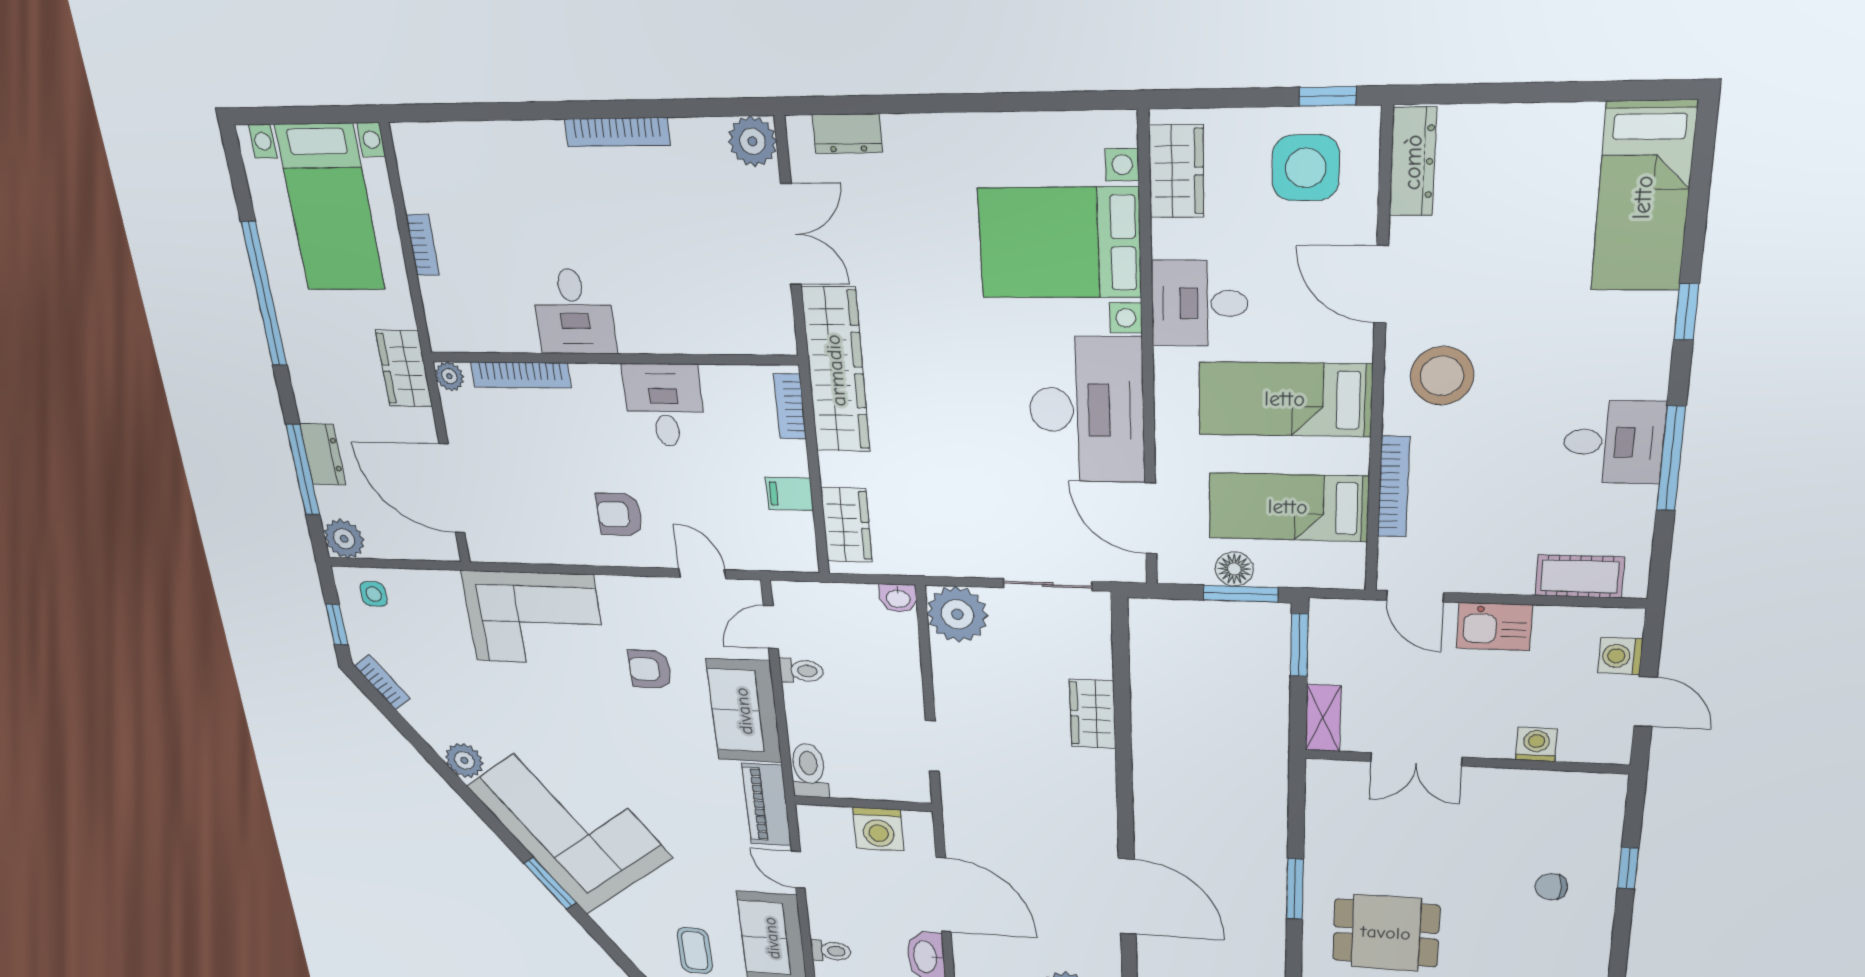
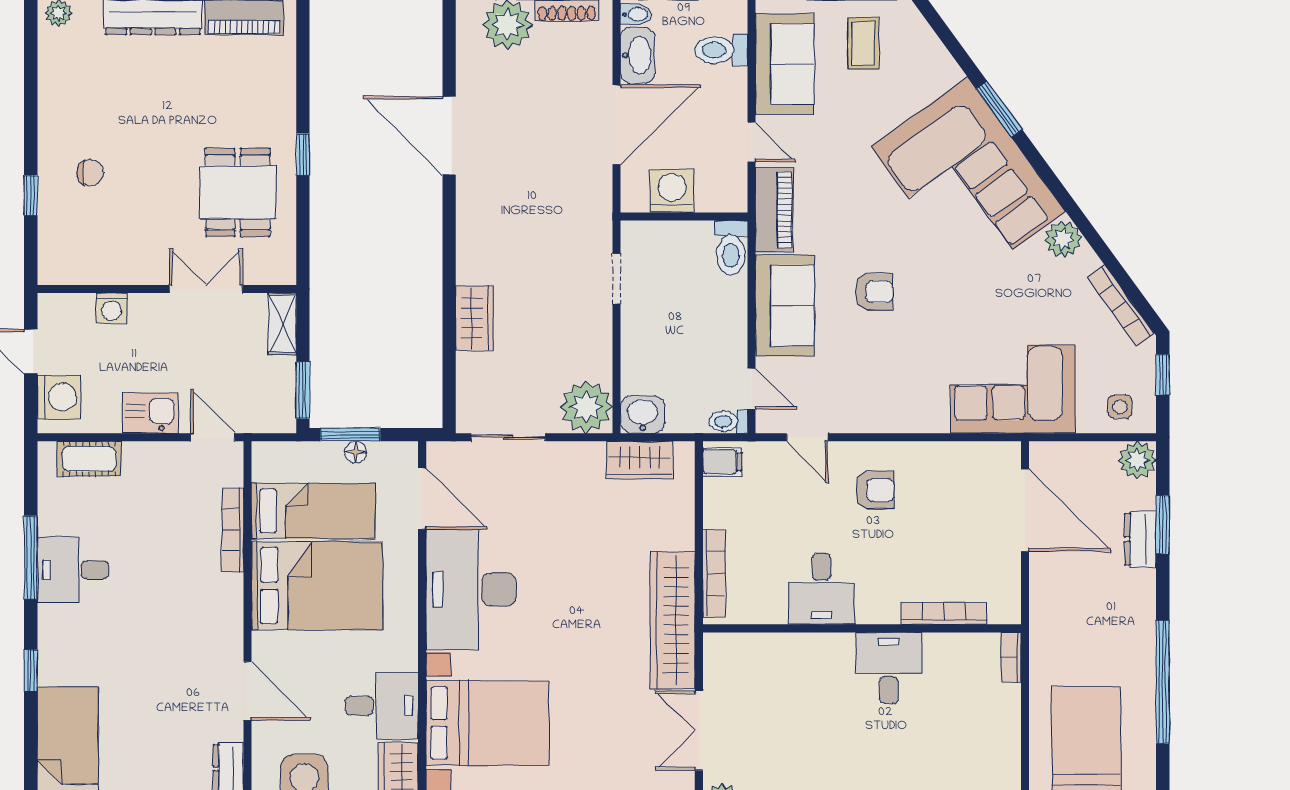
bookcase: (423, 245) -> (1011, 657), moved
desk: (1200, 303) -> (382, 706), moved
wardrobe: (404, 368) -> (1048, 618), removed
plant: (449, 376) -> (1008, 612), removed
stool: (1442, 376) -> (200, 621), removed
bed: (1285, 399) -> (317, 586), width x1.50
bookcase: (790, 406) -> (714, 573), width x1.56
window: (303, 470) -> (1163, 525), width x0.69
filing cabinet: (789, 494) -> (722, 462), moved
wardrobe: (846, 525) -> (639, 460), moved, turned -90
floor lamp: (1234, 569) -> (355, 452), width x0.73, depth x0.73
washbasin: (898, 598) -> (643, 415), width x1.38, depth x1.45
corner sofa: (534, 618) -> (1013, 389), moved
door: (771, 627) -> (752, 389), hinge flipped
washing machine: (1620, 656) -> (59, 397), width x1.38, depth x1.38
armchair: (650, 669) -> (874, 292), moved
toilet: (801, 671) -> (728, 421), moved
bookcase: (382, 682) -> (1121, 305), width x1.56
window: (1295, 889) -> (303, 154), width x0.67
door: (944, 895) -> (616, 125), swing flipped
dining table: (1386, 933) -> (238, 192), moved, turned 90
toilet: (831, 951) -> (721, 50), width x1.37, depth x1.39

